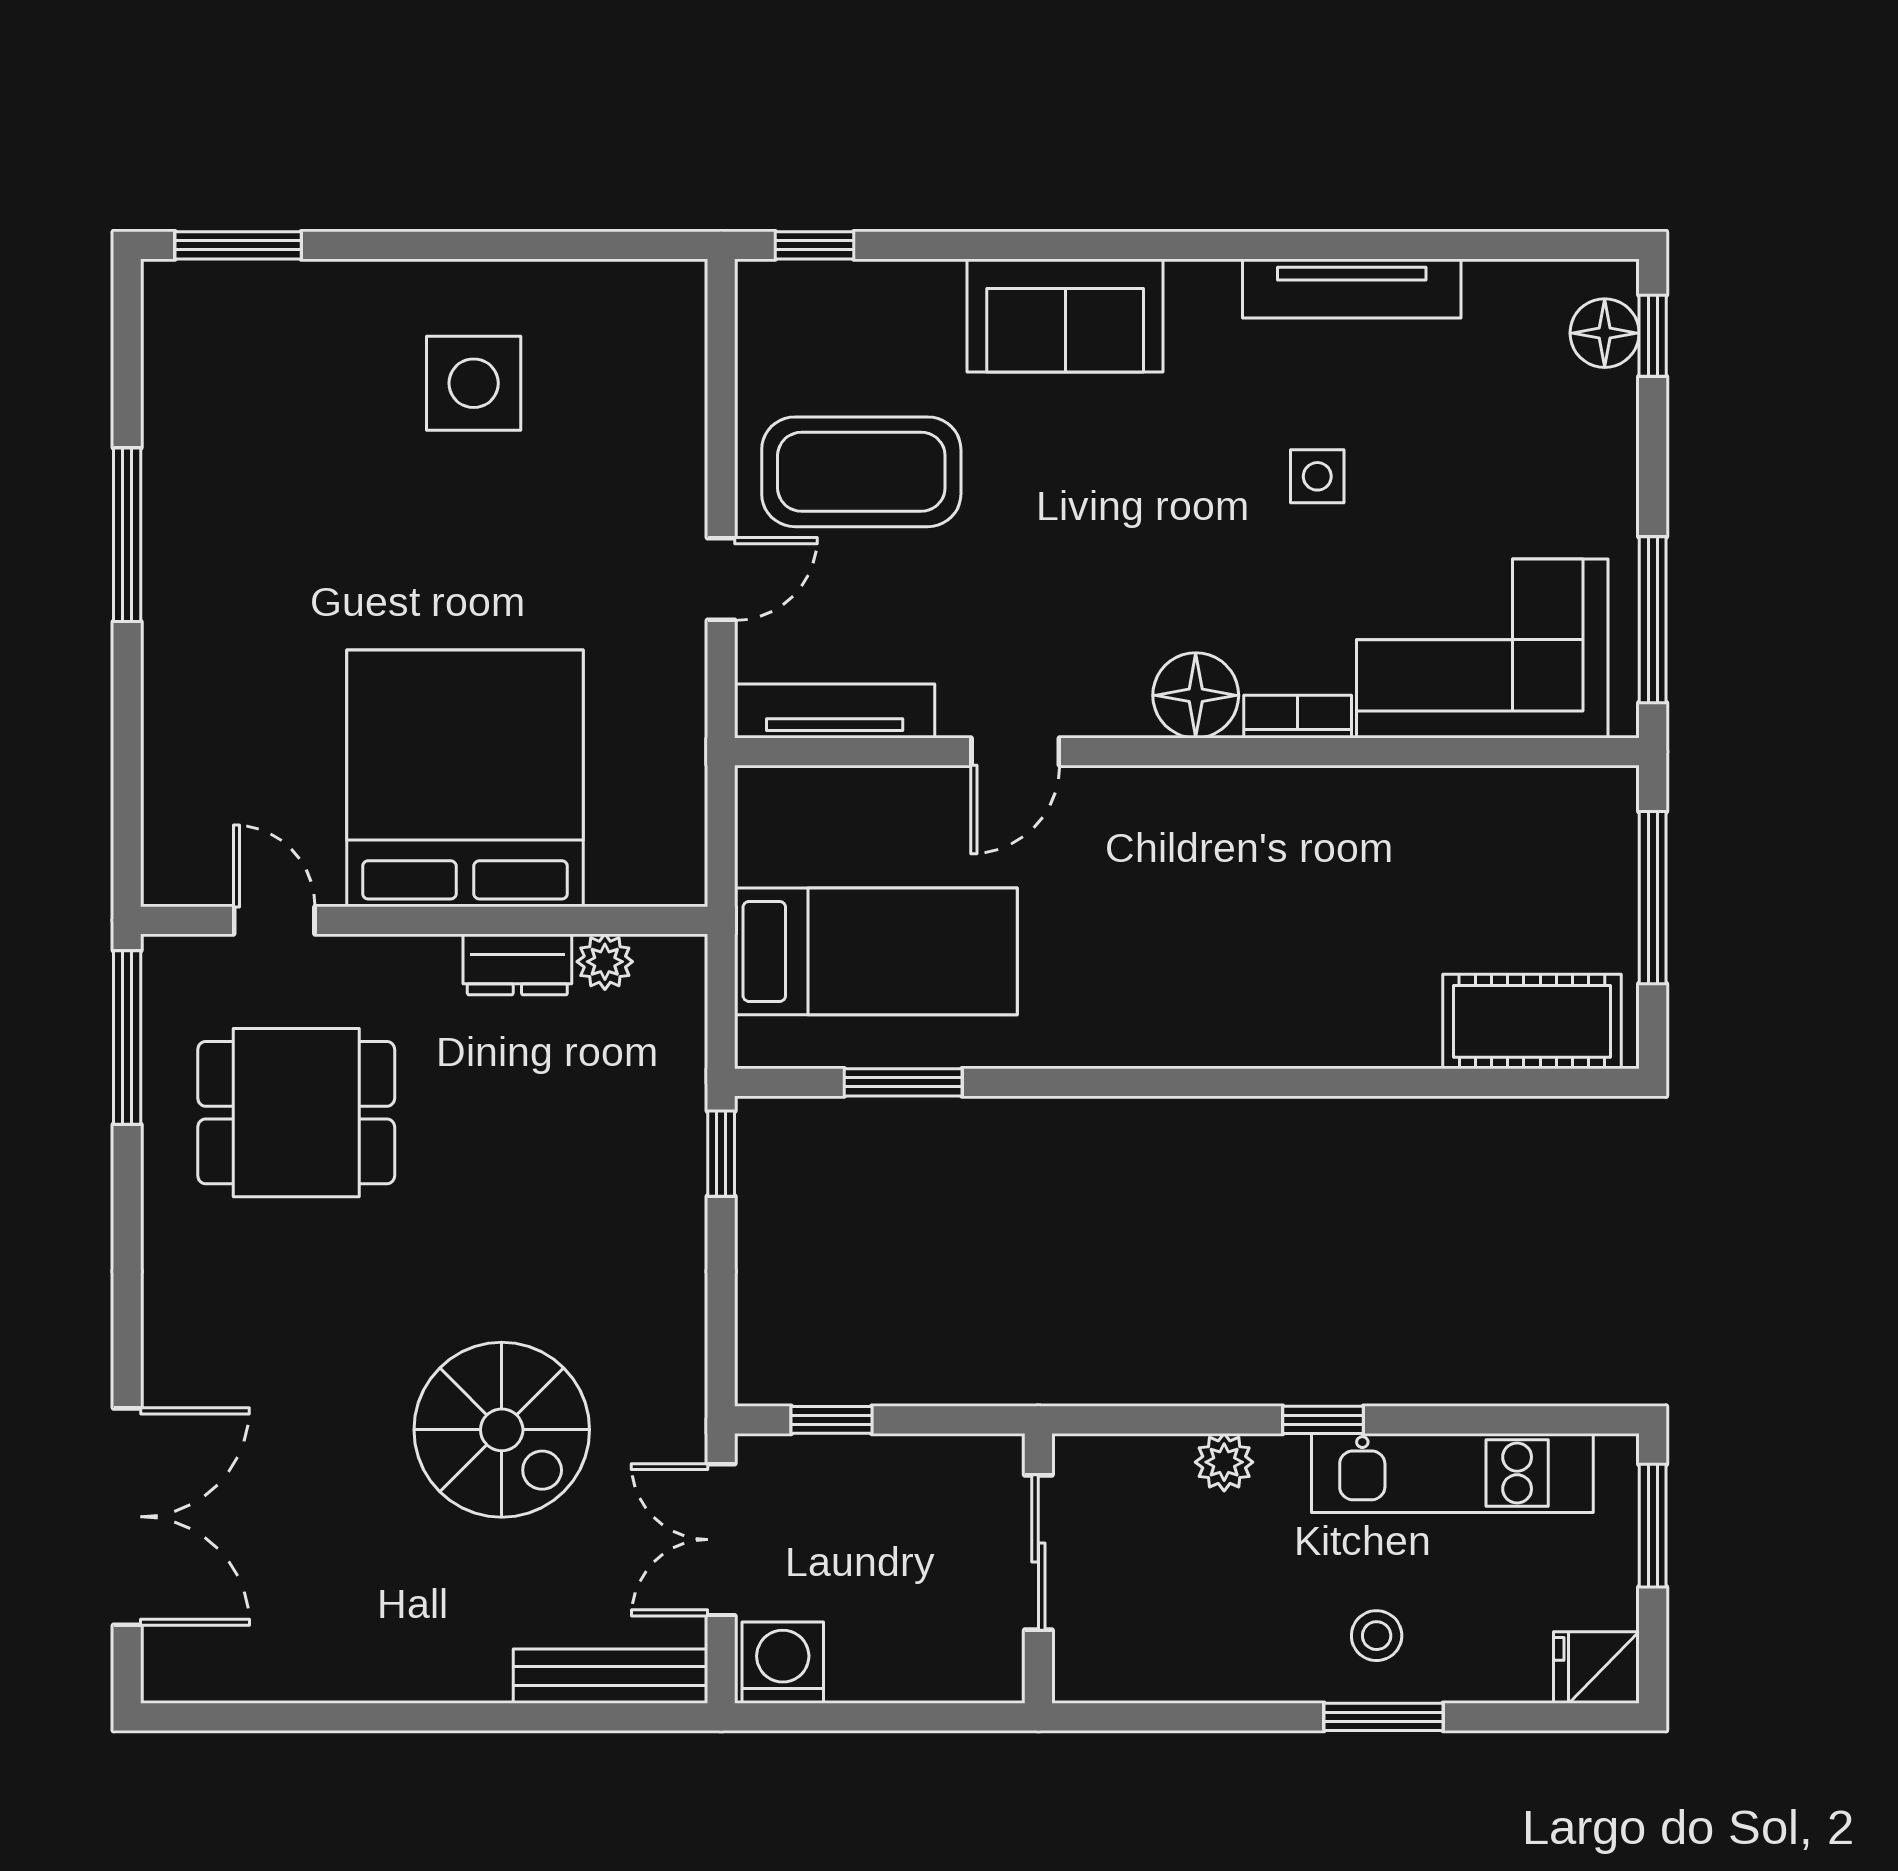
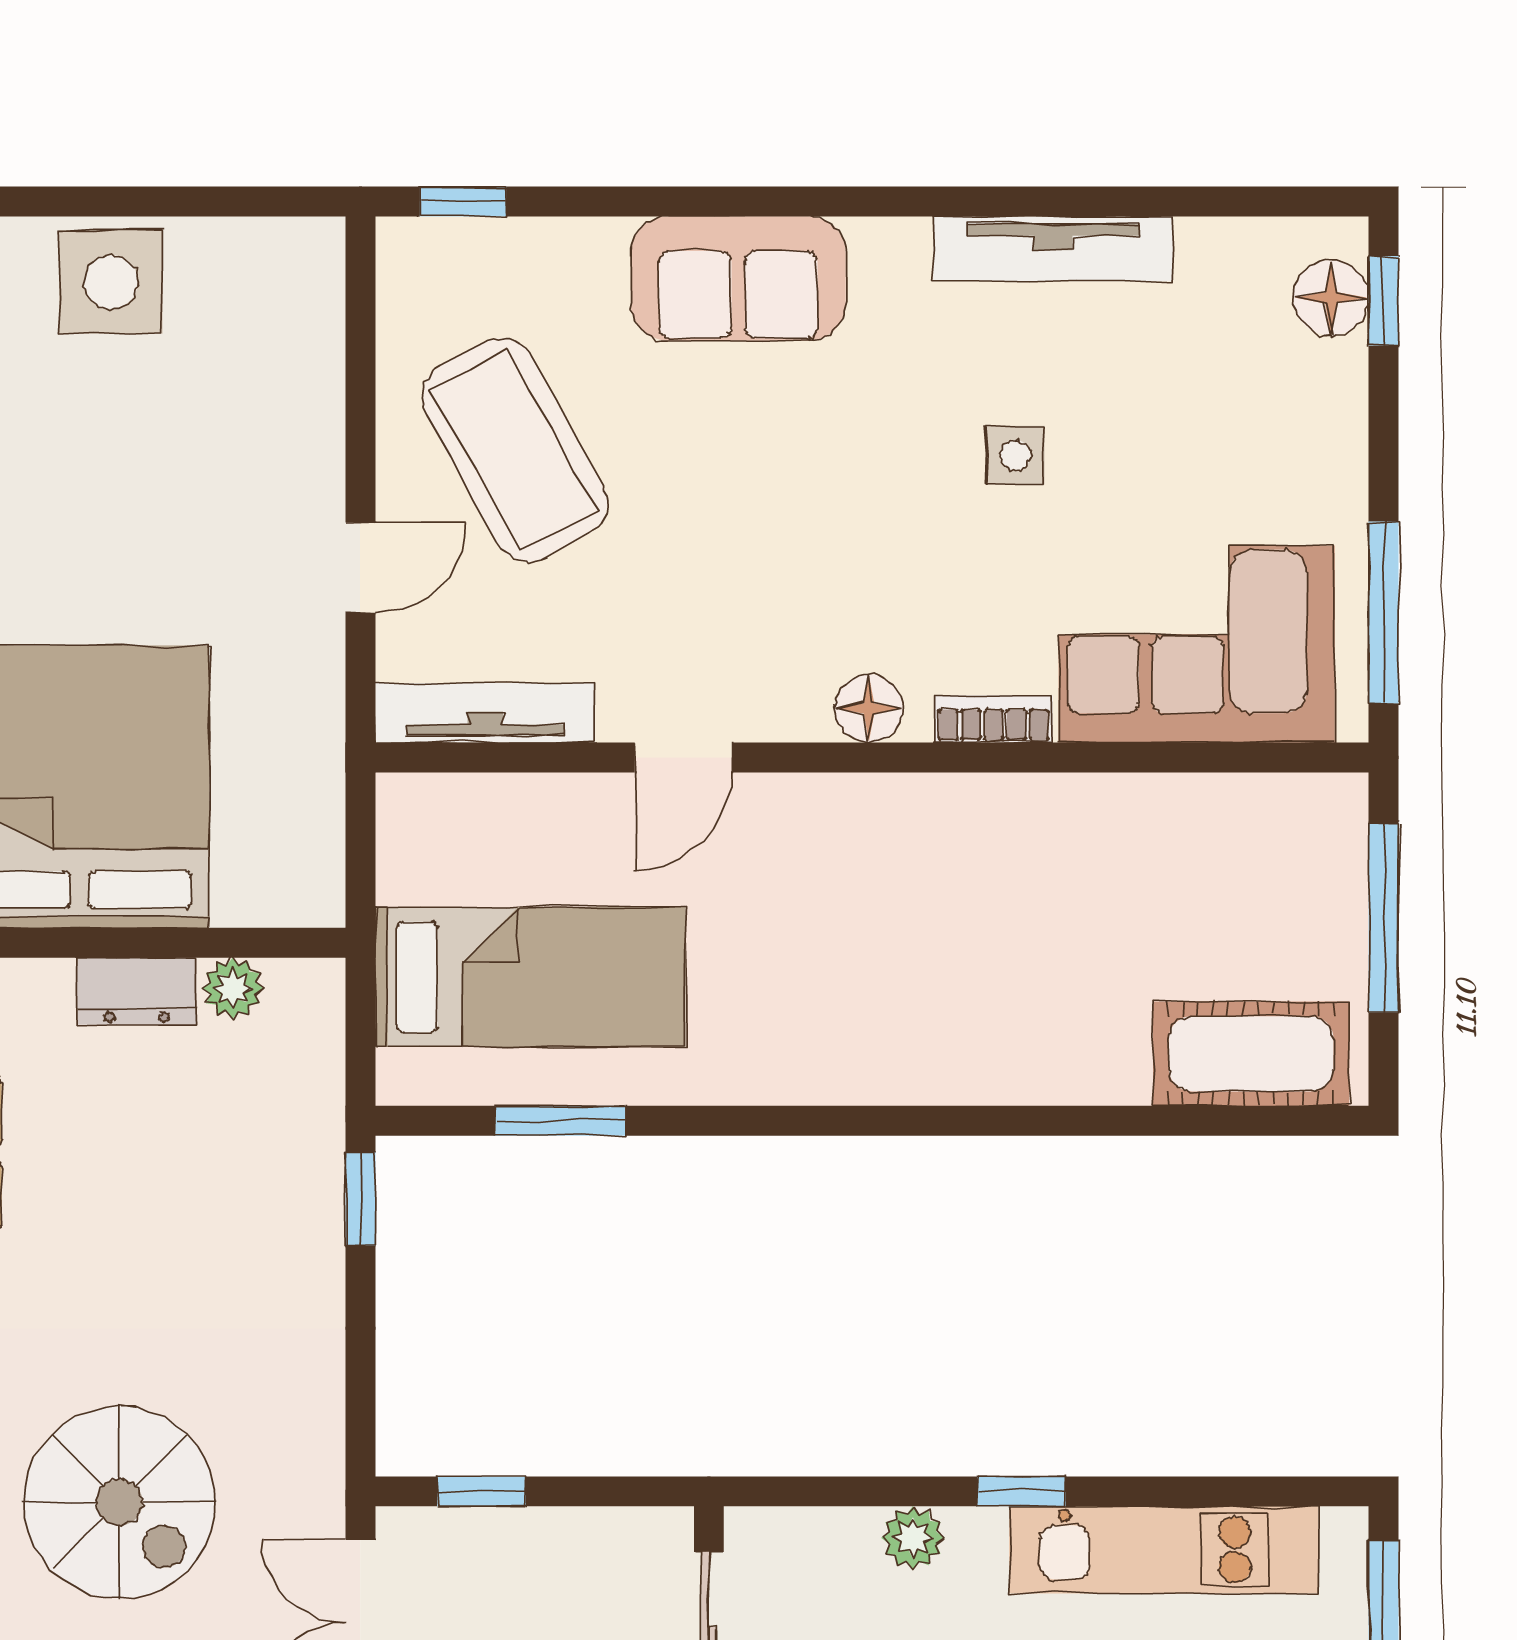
side table: (474, 383) -> (111, 282), moved
coffee table: (861, 472) -> (514, 450), turned 61
floor lamp: (1196, 695) -> (869, 708), width x0.73, depth x0.73

